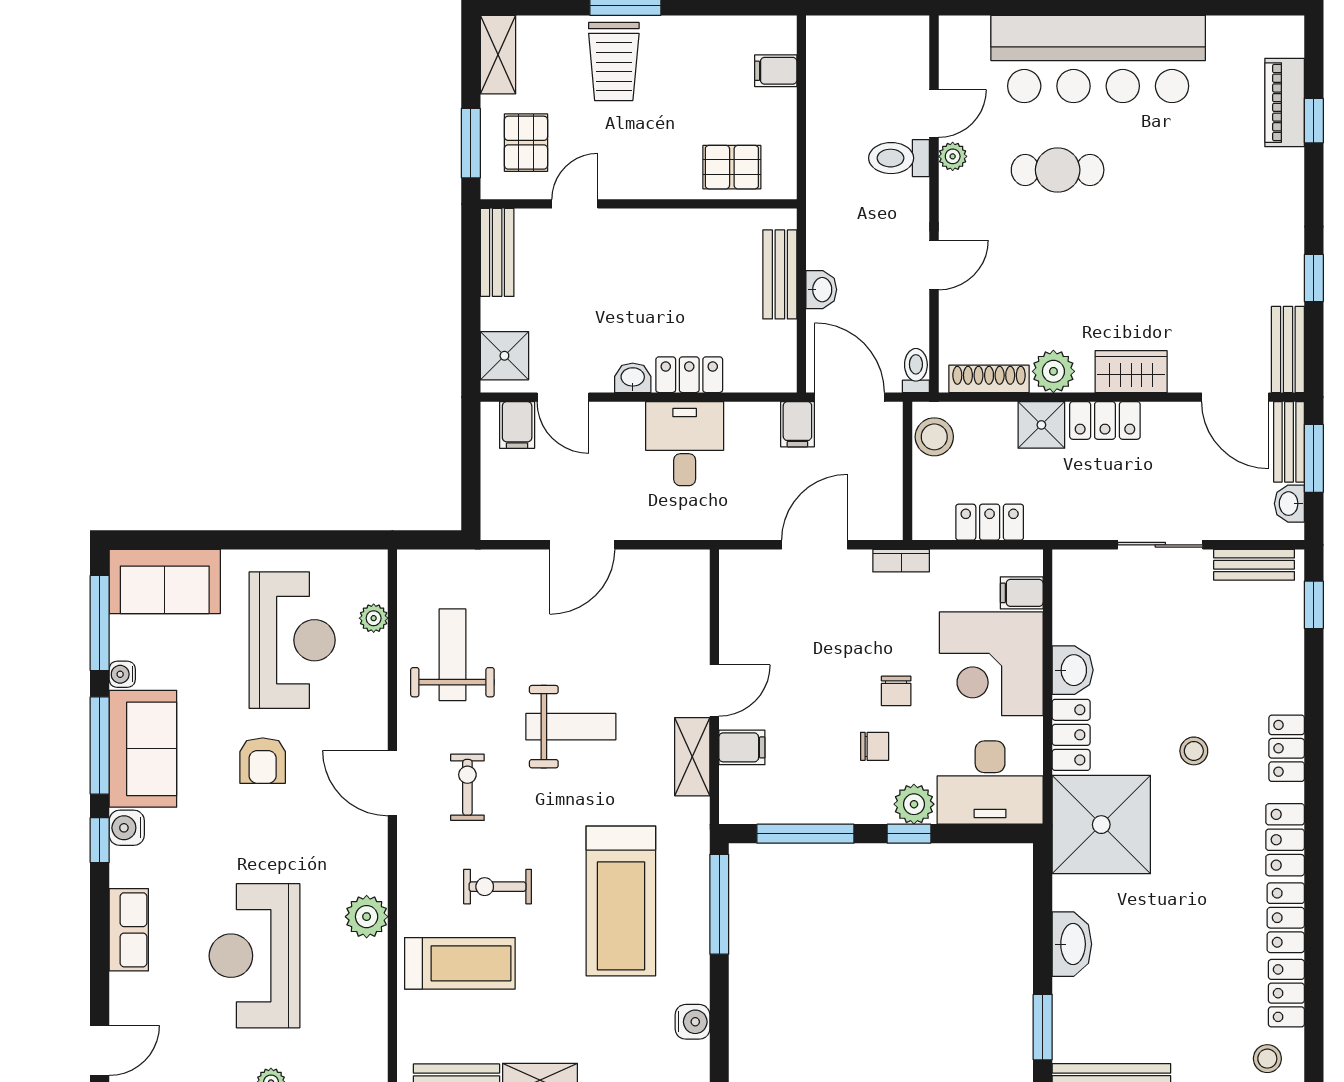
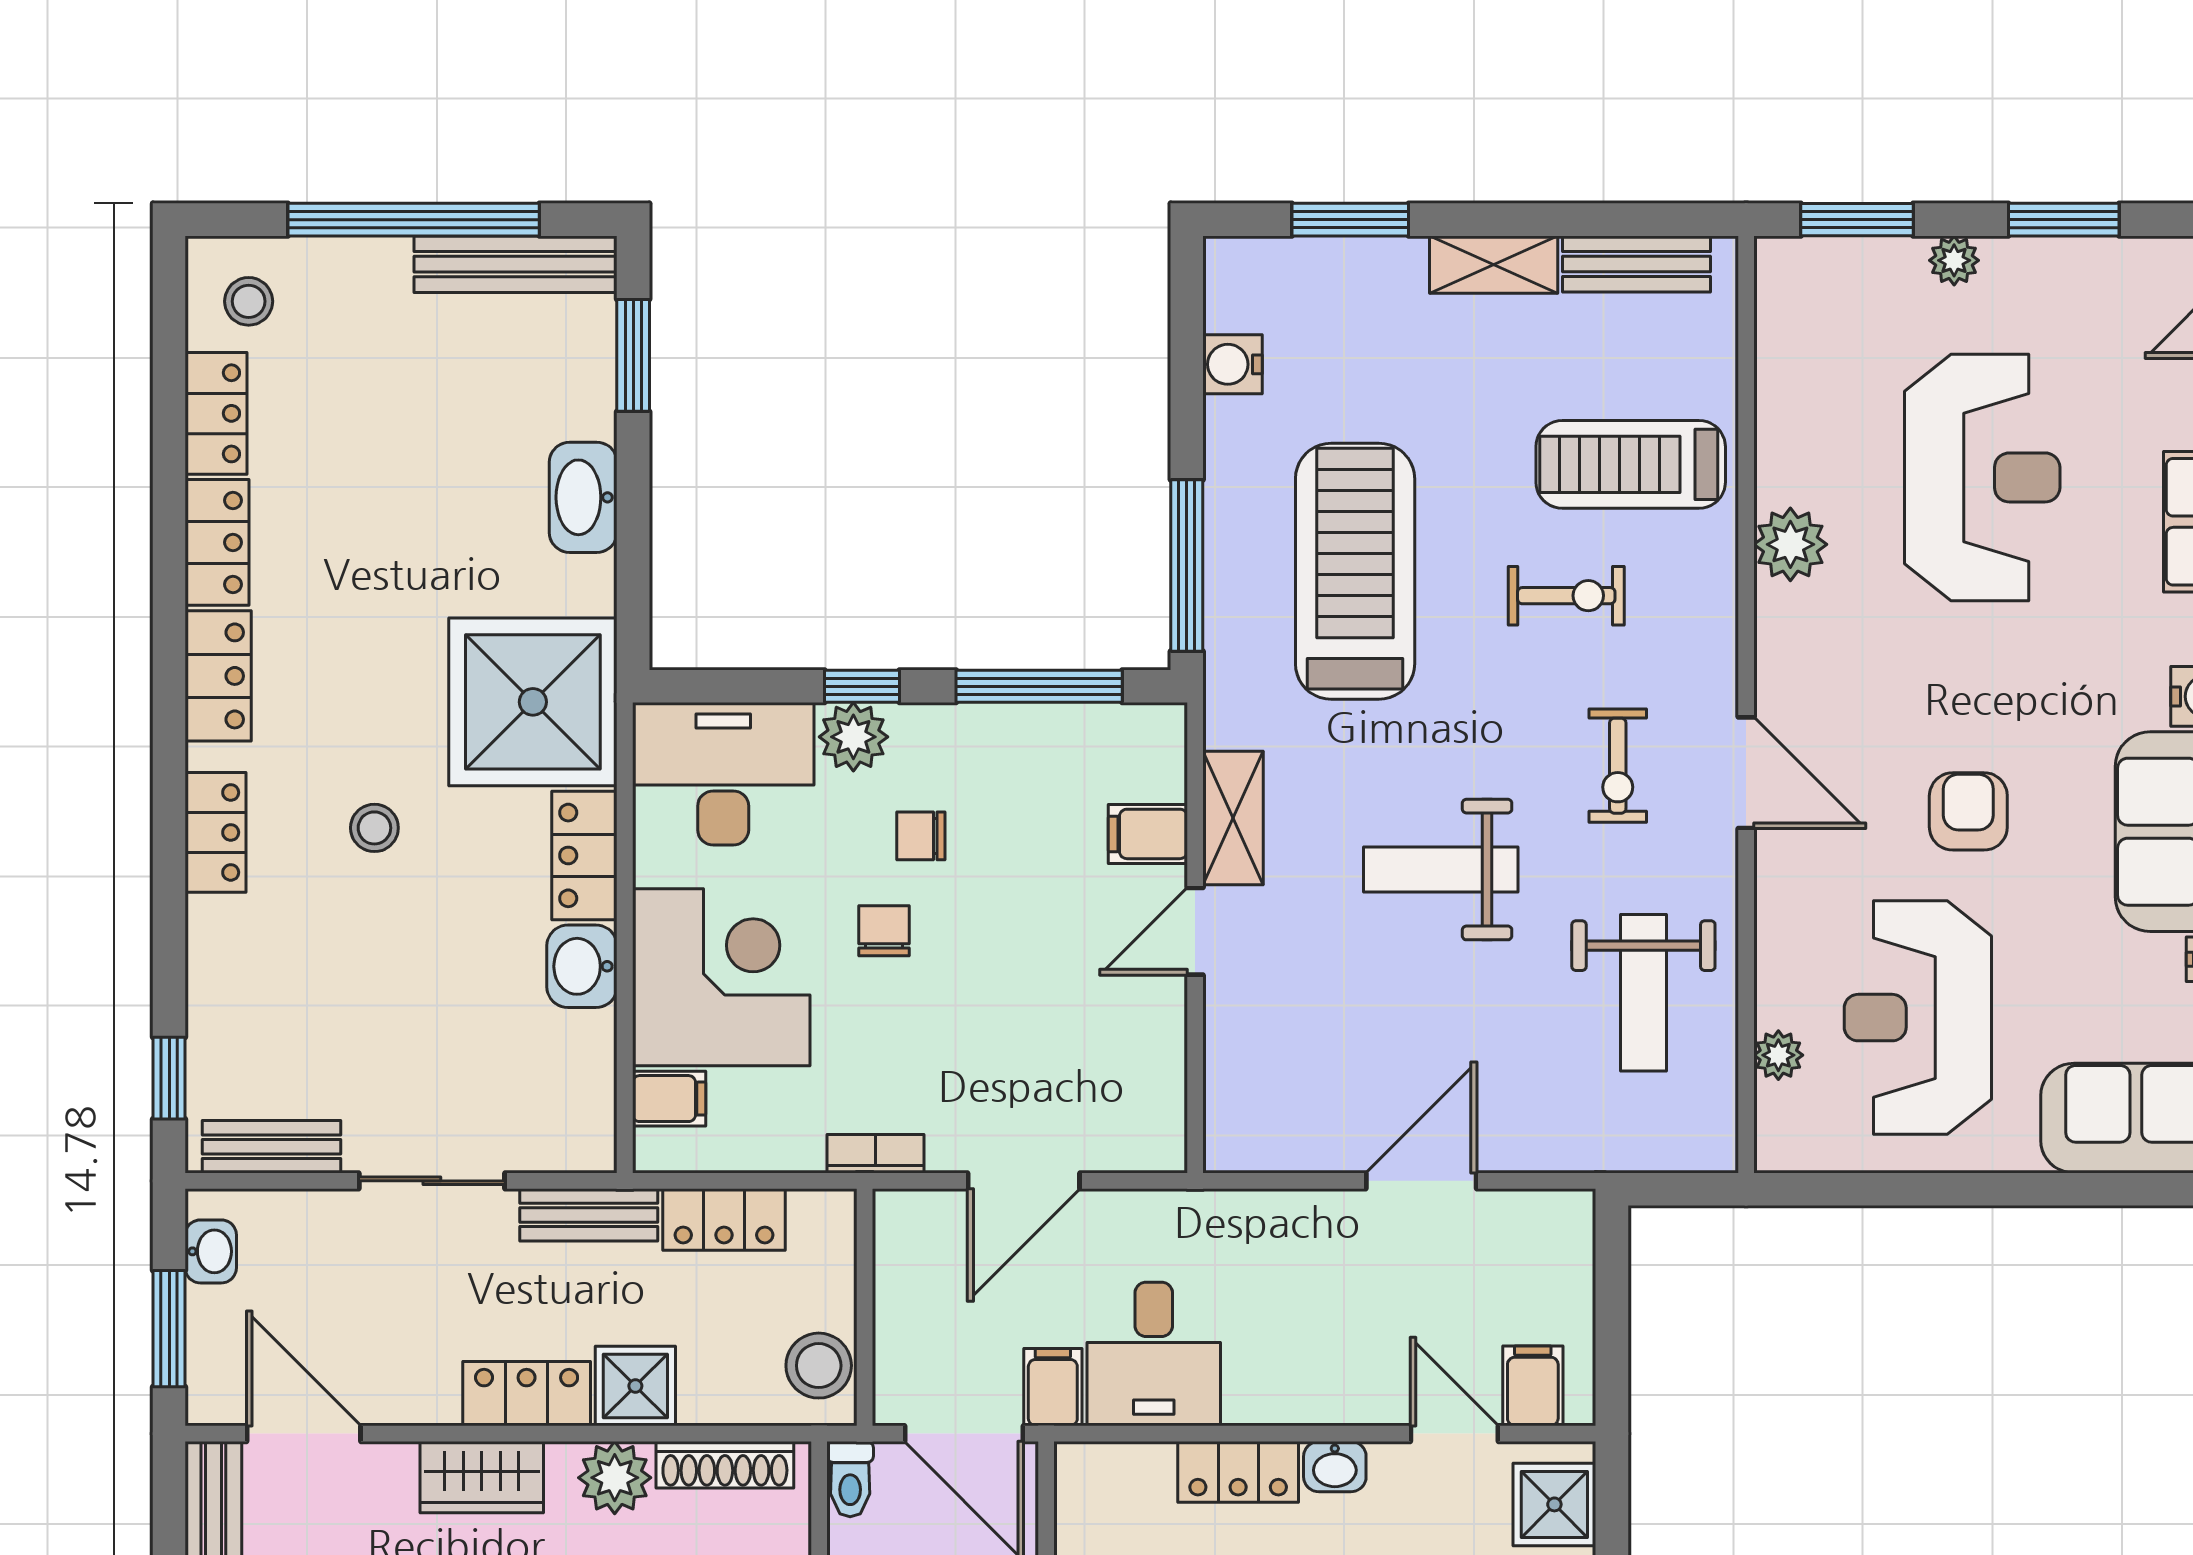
bench: (1289, 442) -> (589, 1215), moved, turned 90
desk: (685, 444) -> (1154, 1354), moved

